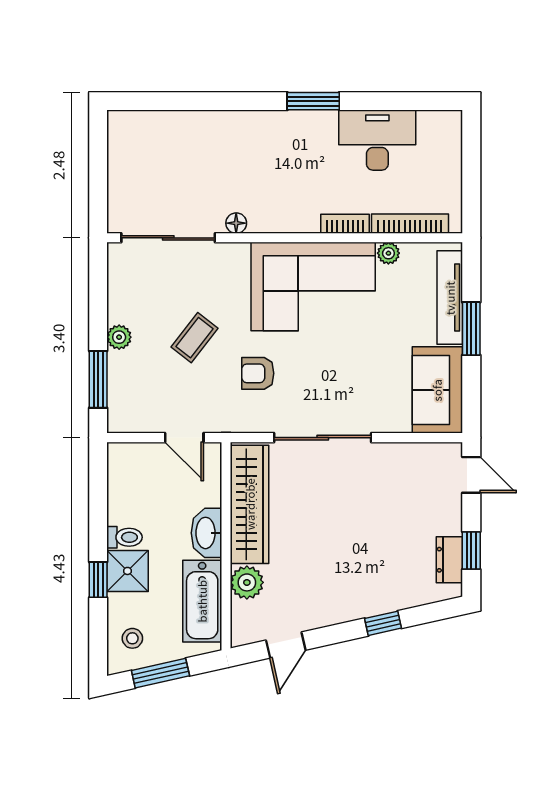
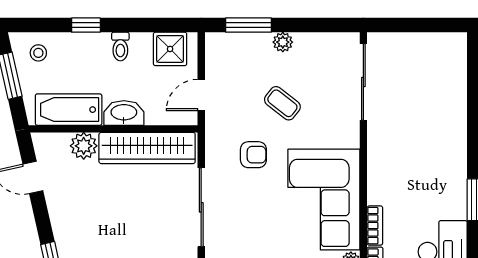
floor lamp: (236, 223) -> (375, 137), removed
armchair: (258, 373) -> (253, 155), turned 90
shower: (127, 571) -> (170, 49), moved

